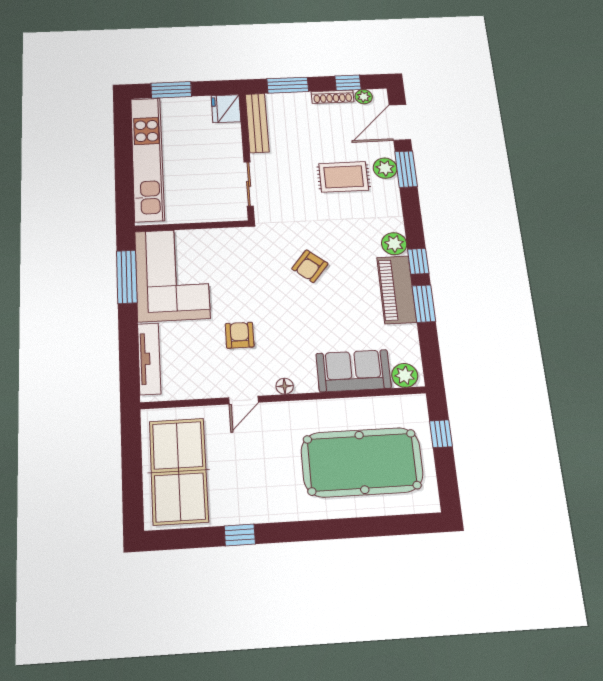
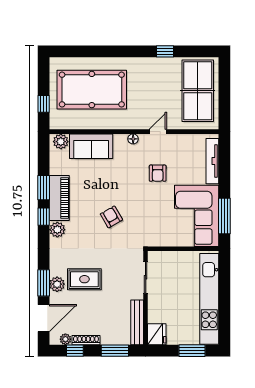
armchair: (310, 266) -> (111, 217), turned -69

